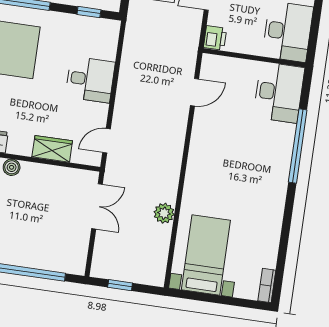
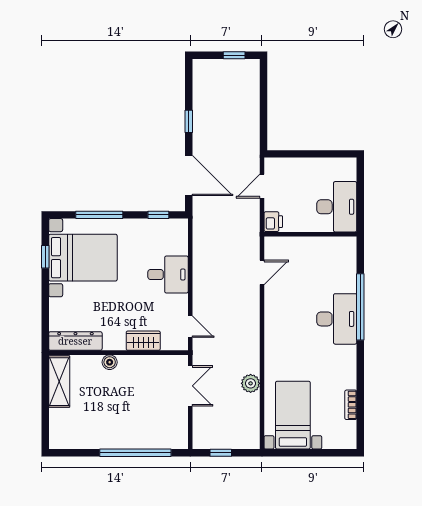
desk: (279, 92) -> (337, 319), moved
door: (106, 141) -> (190, 327), swing flipped
bookcase: (267, 285) -> (351, 405), moved

